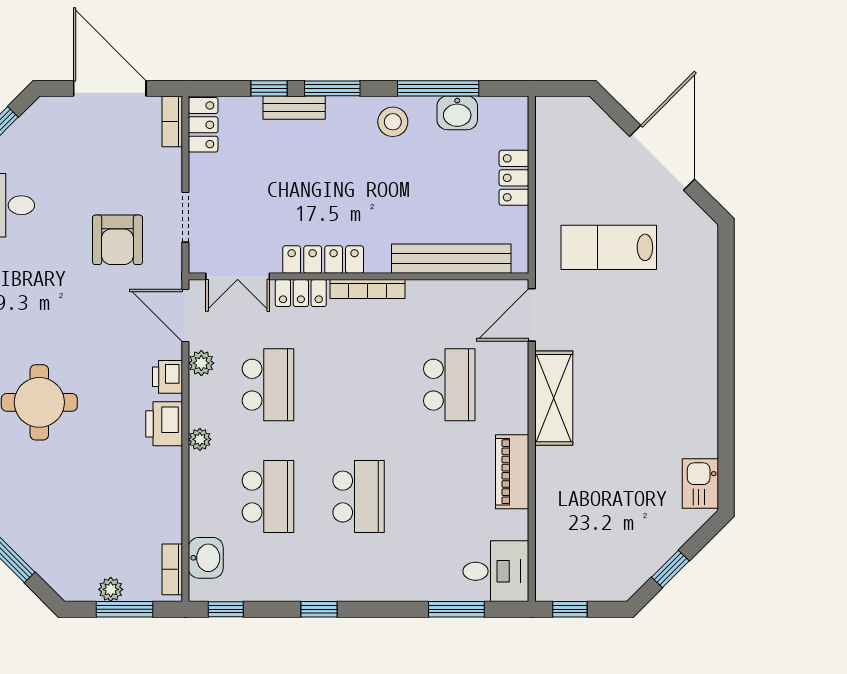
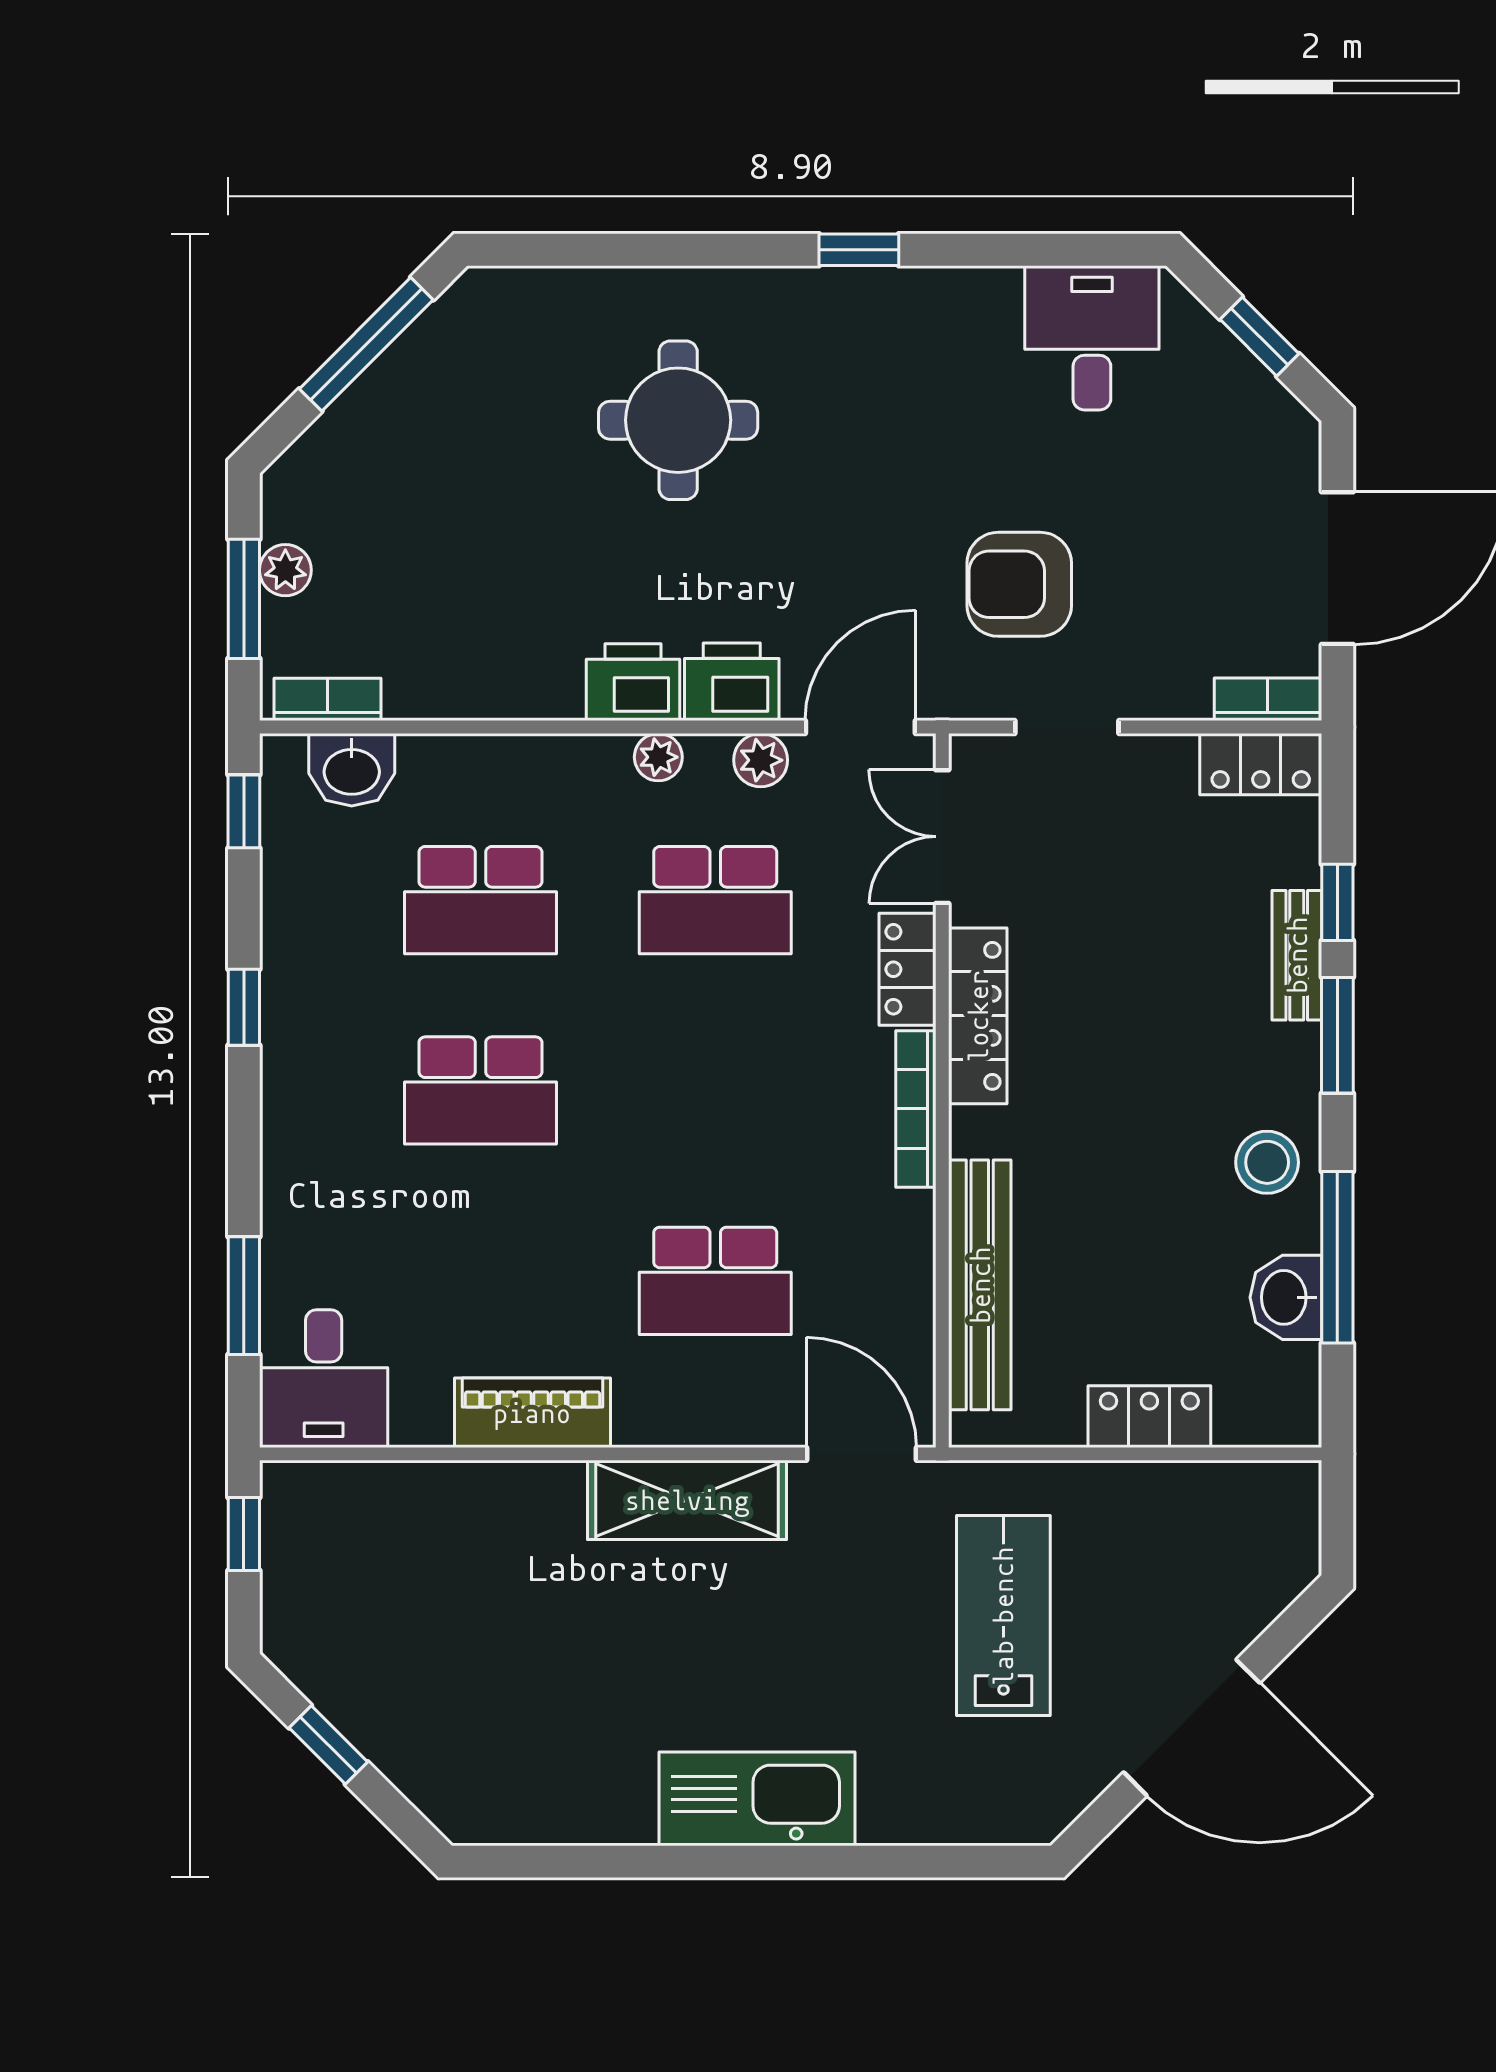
printer: (167, 377) -> (732, 682), width x1.36, depth x1.24
plant: (200, 439) -> (658, 757), moved
kitchen sink: (700, 484) -> (757, 1799), moved, width x1.87, depth x1.24

